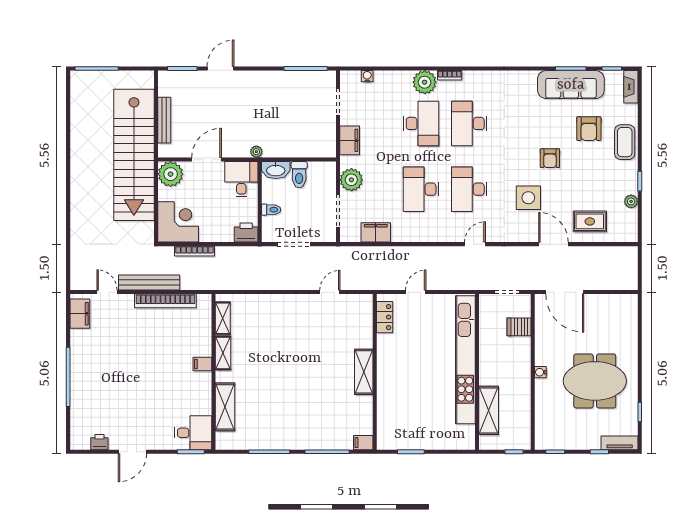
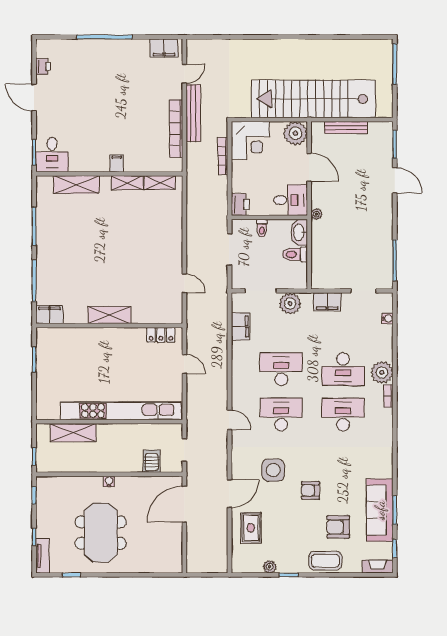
filing cabinet: (363, 443) -> (50, 315), width x2.00

